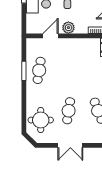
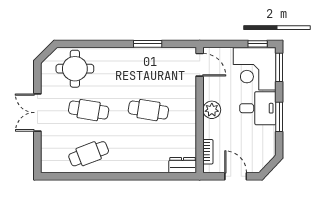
door: (50, 36) -> (200, 65), moved
cafe table: (39, 70) -> (148, 110), moved

